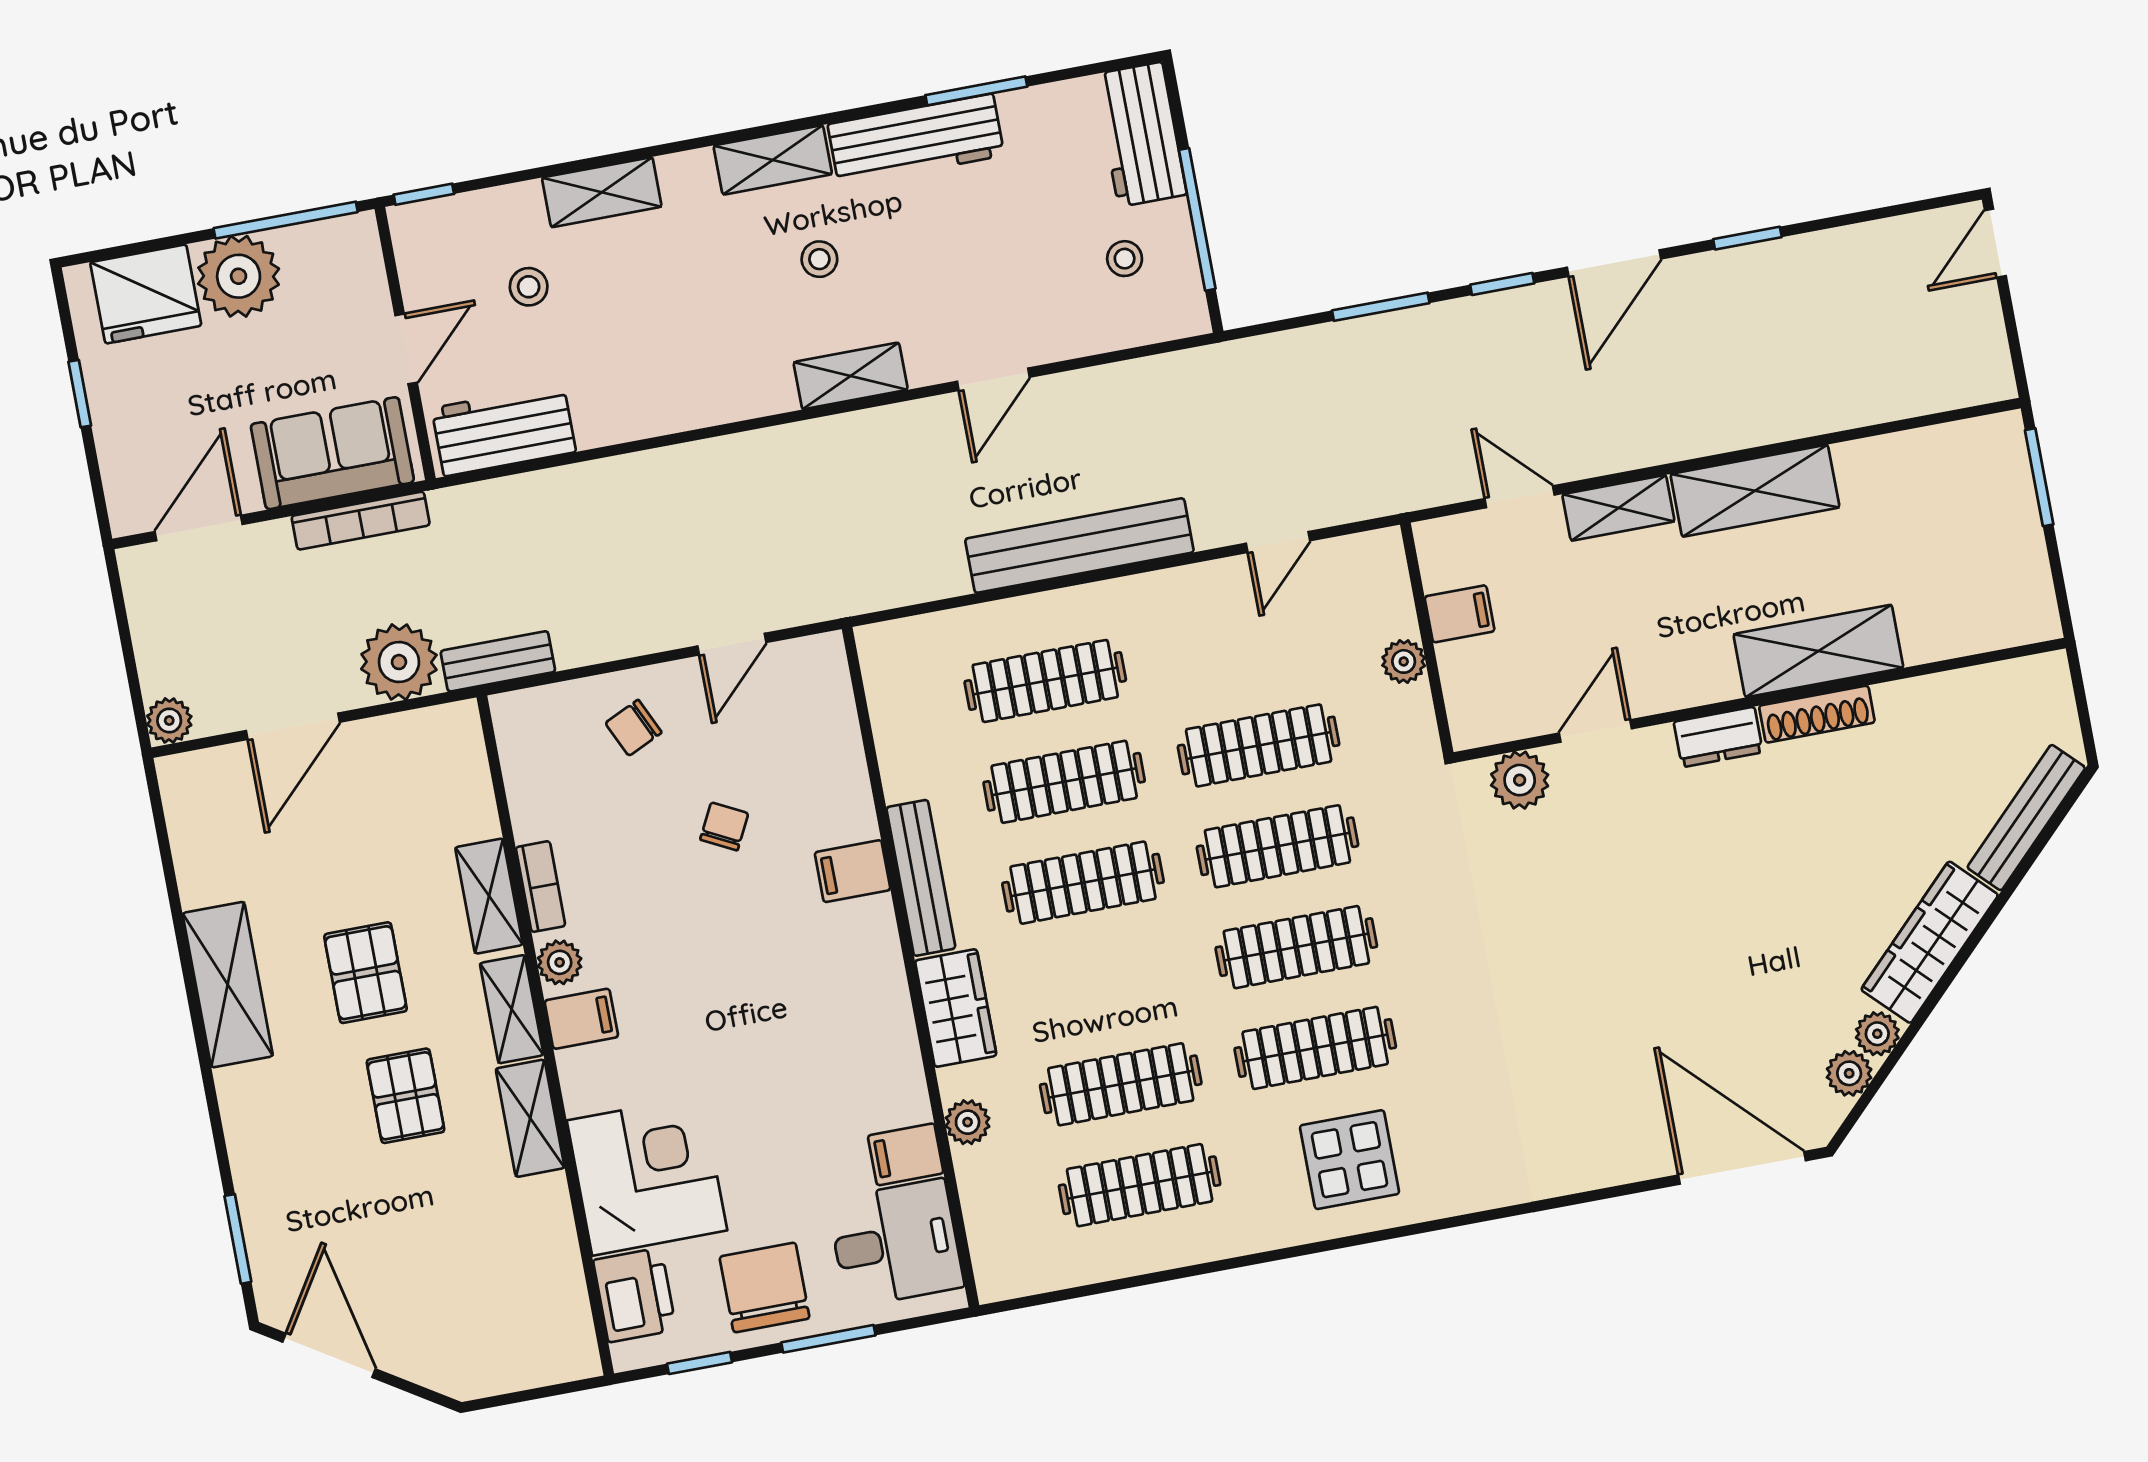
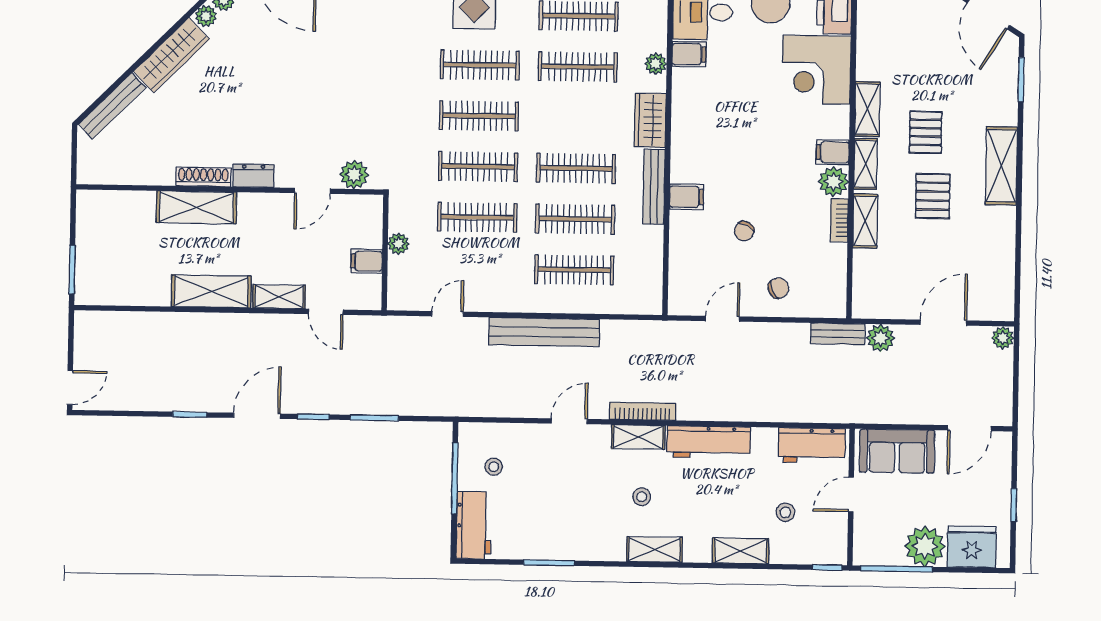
workbench: (916, 140) -> (709, 442), moved, turned 180
bookcase: (361, 521) -> (643, 411), moved
plant: (399, 662) -> (881, 338), width x0.73, depth x0.73
plant: (560, 962) -> (833, 182), width x1.38, depth x1.38
shelving: (228, 985) -> (1001, 166), moved

